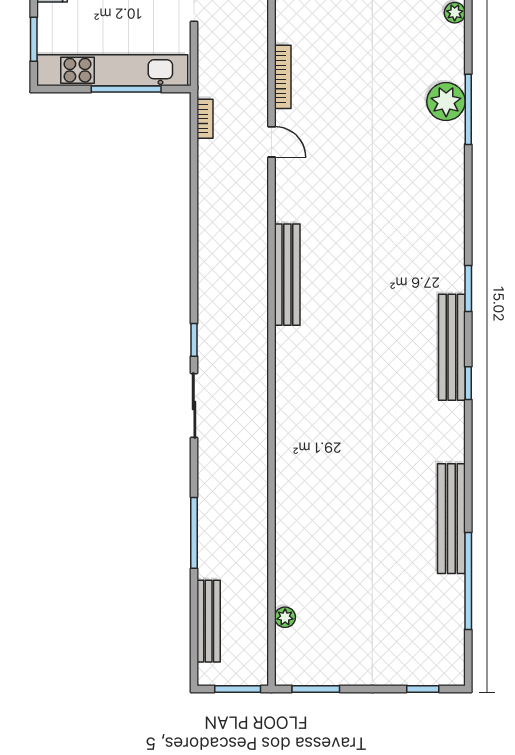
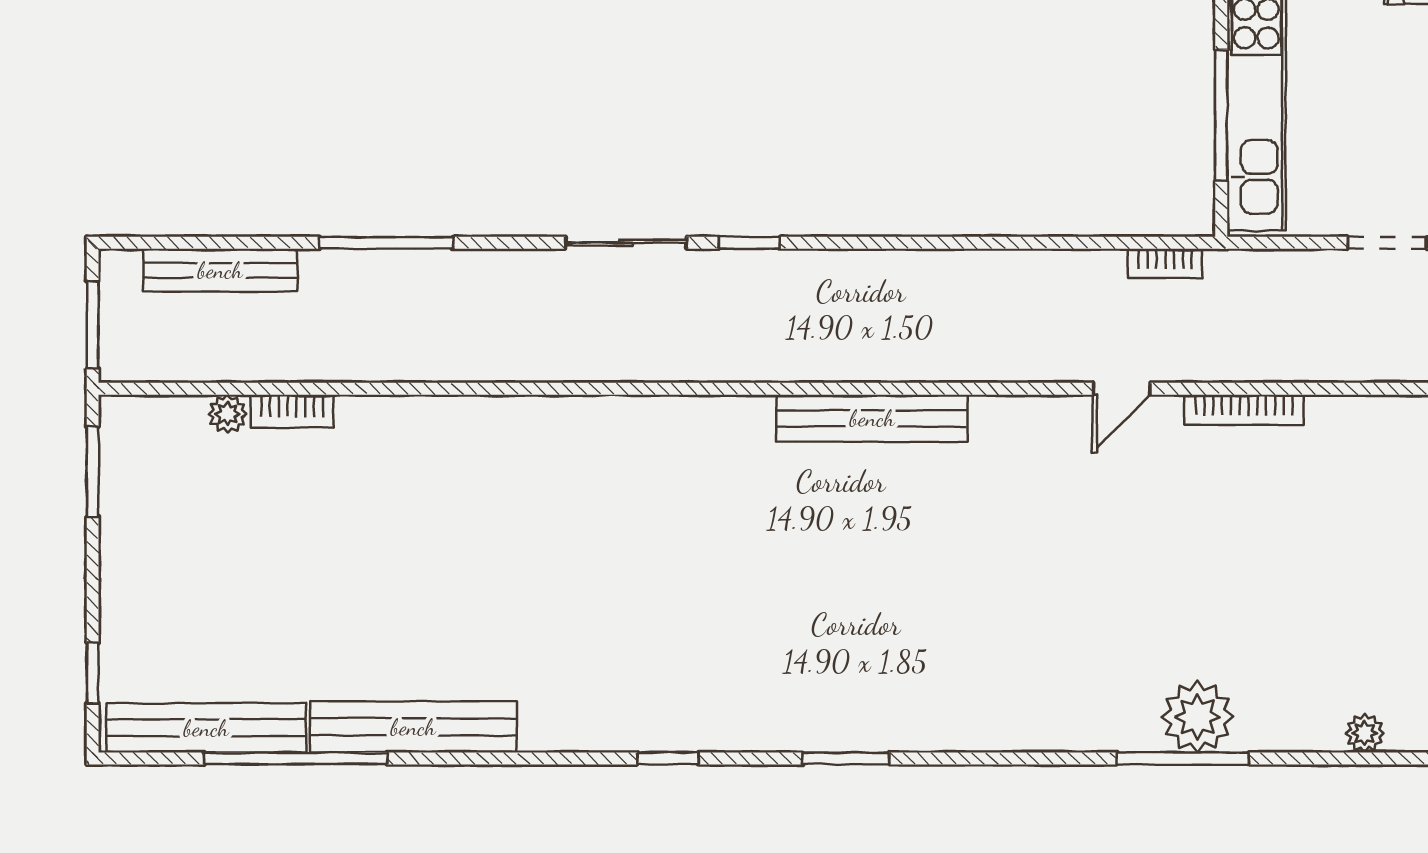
bench: (452, 347) -> (206, 728), moved
bookcase: (283, 583) -> (292, 411), added

